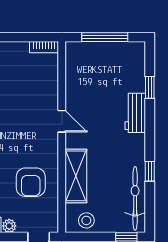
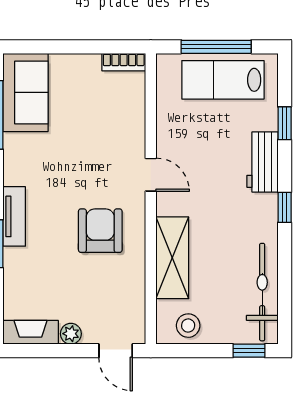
lab bench: (109, 59) -> (223, 80), added
window: (150, 171) -> (285, 207), moved
armchair: (31, 182) -> (100, 231), moved, turned 180

